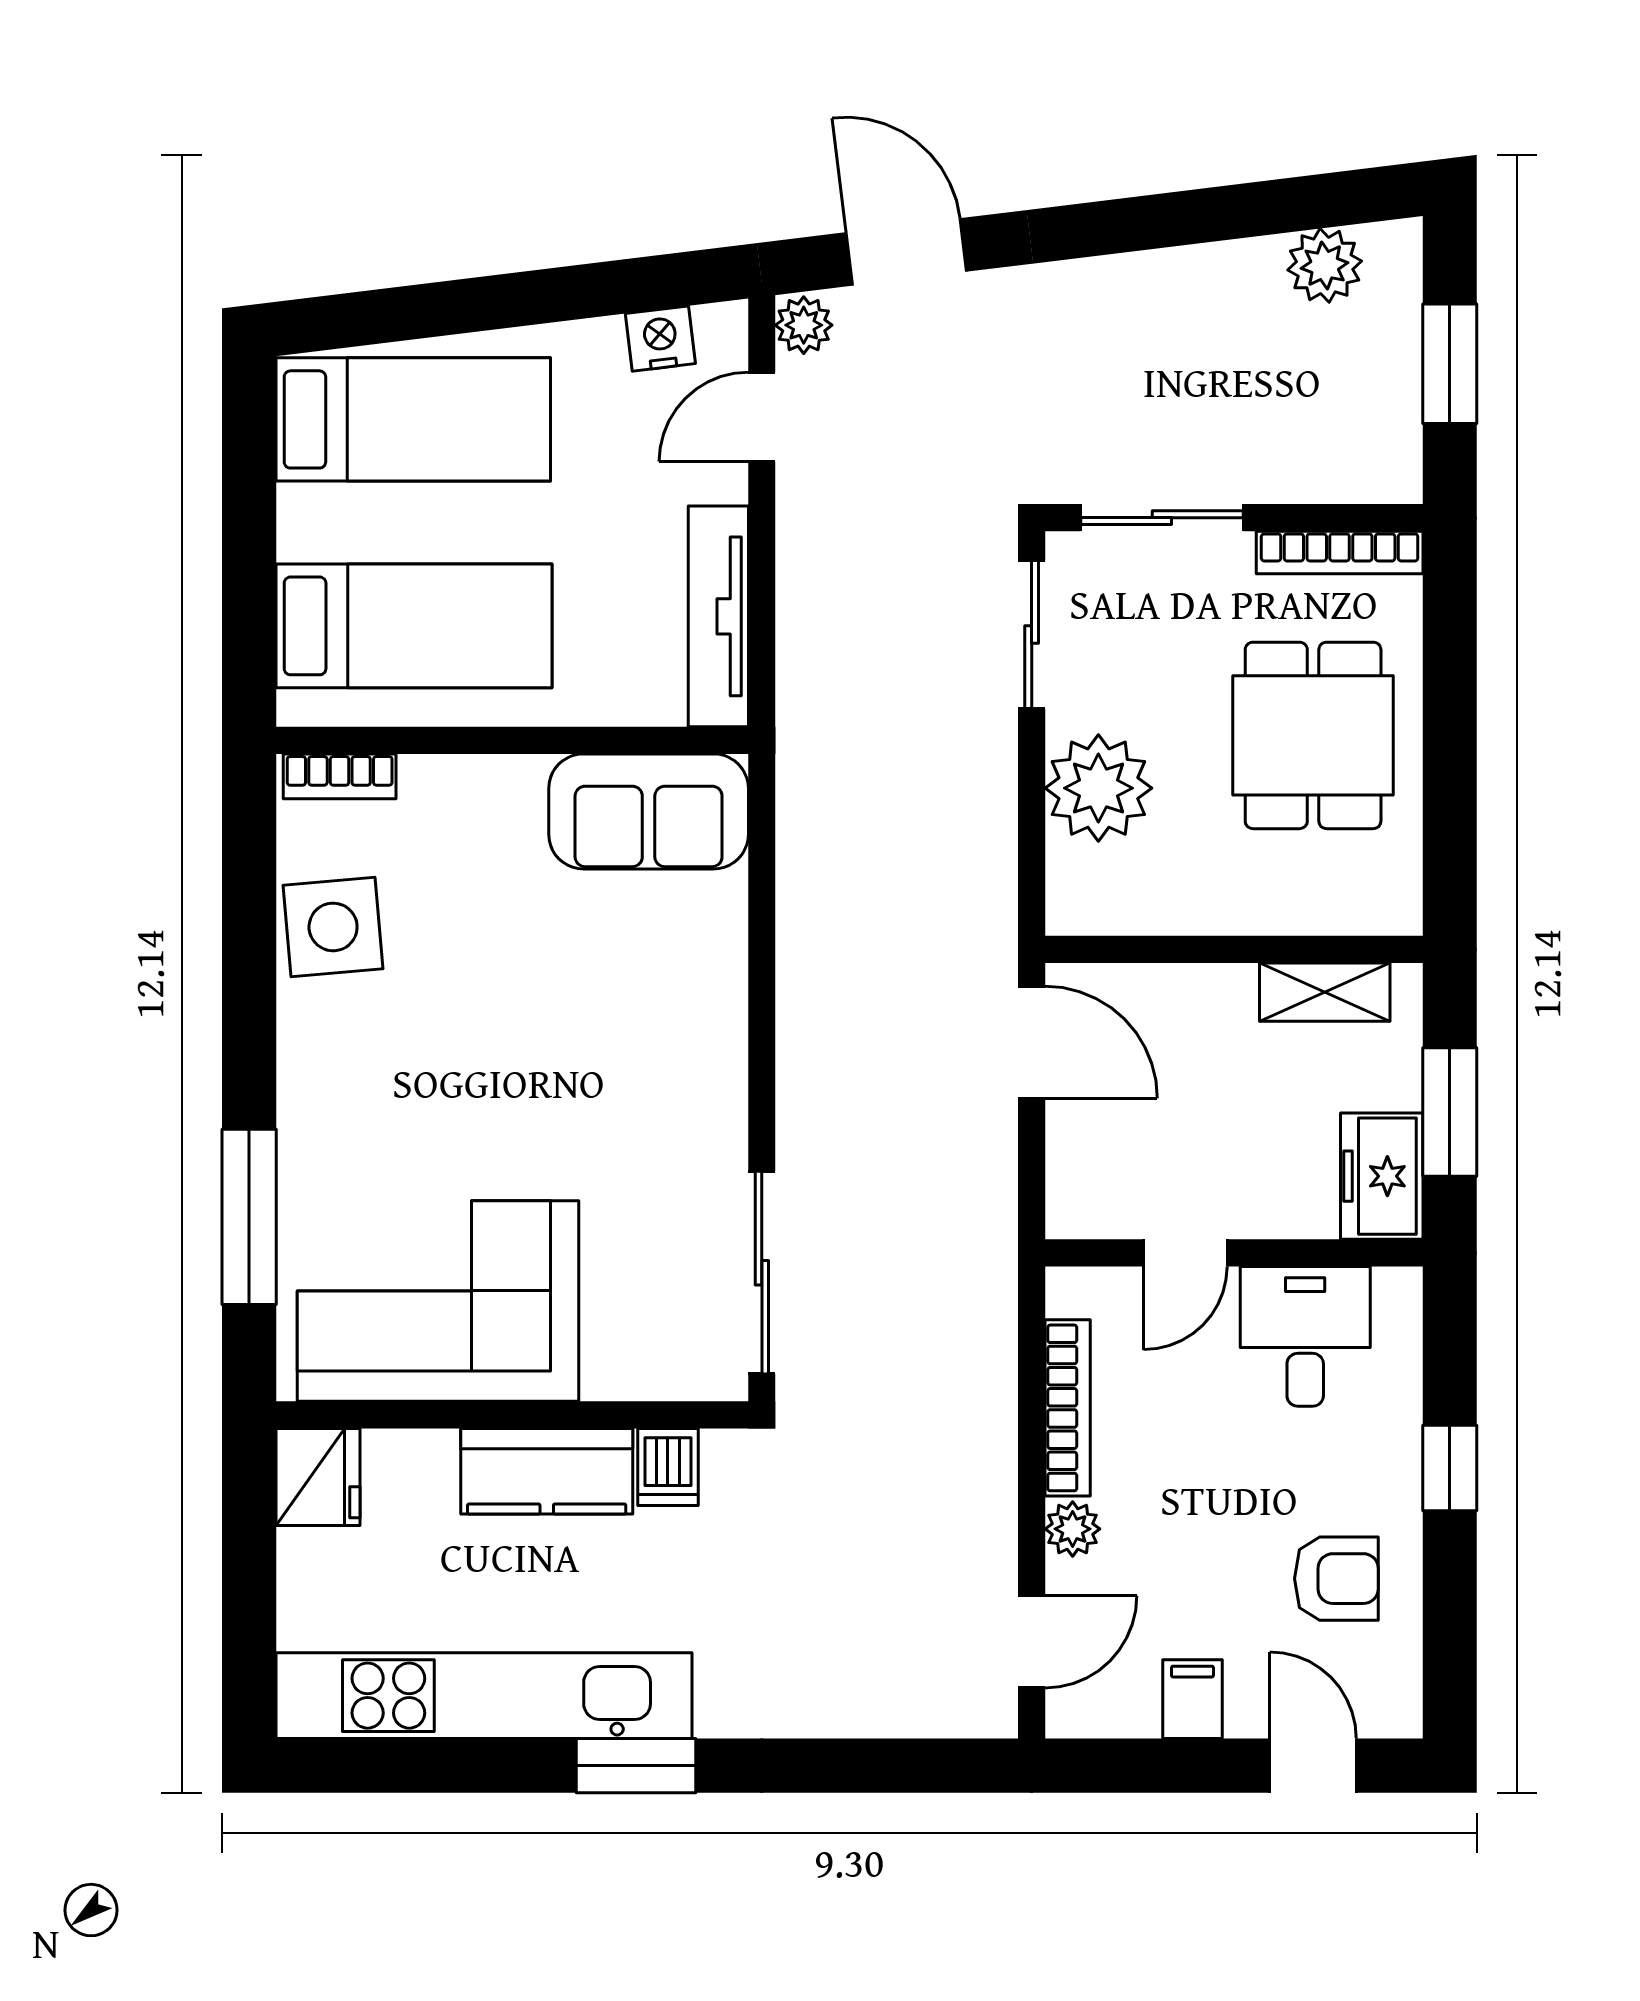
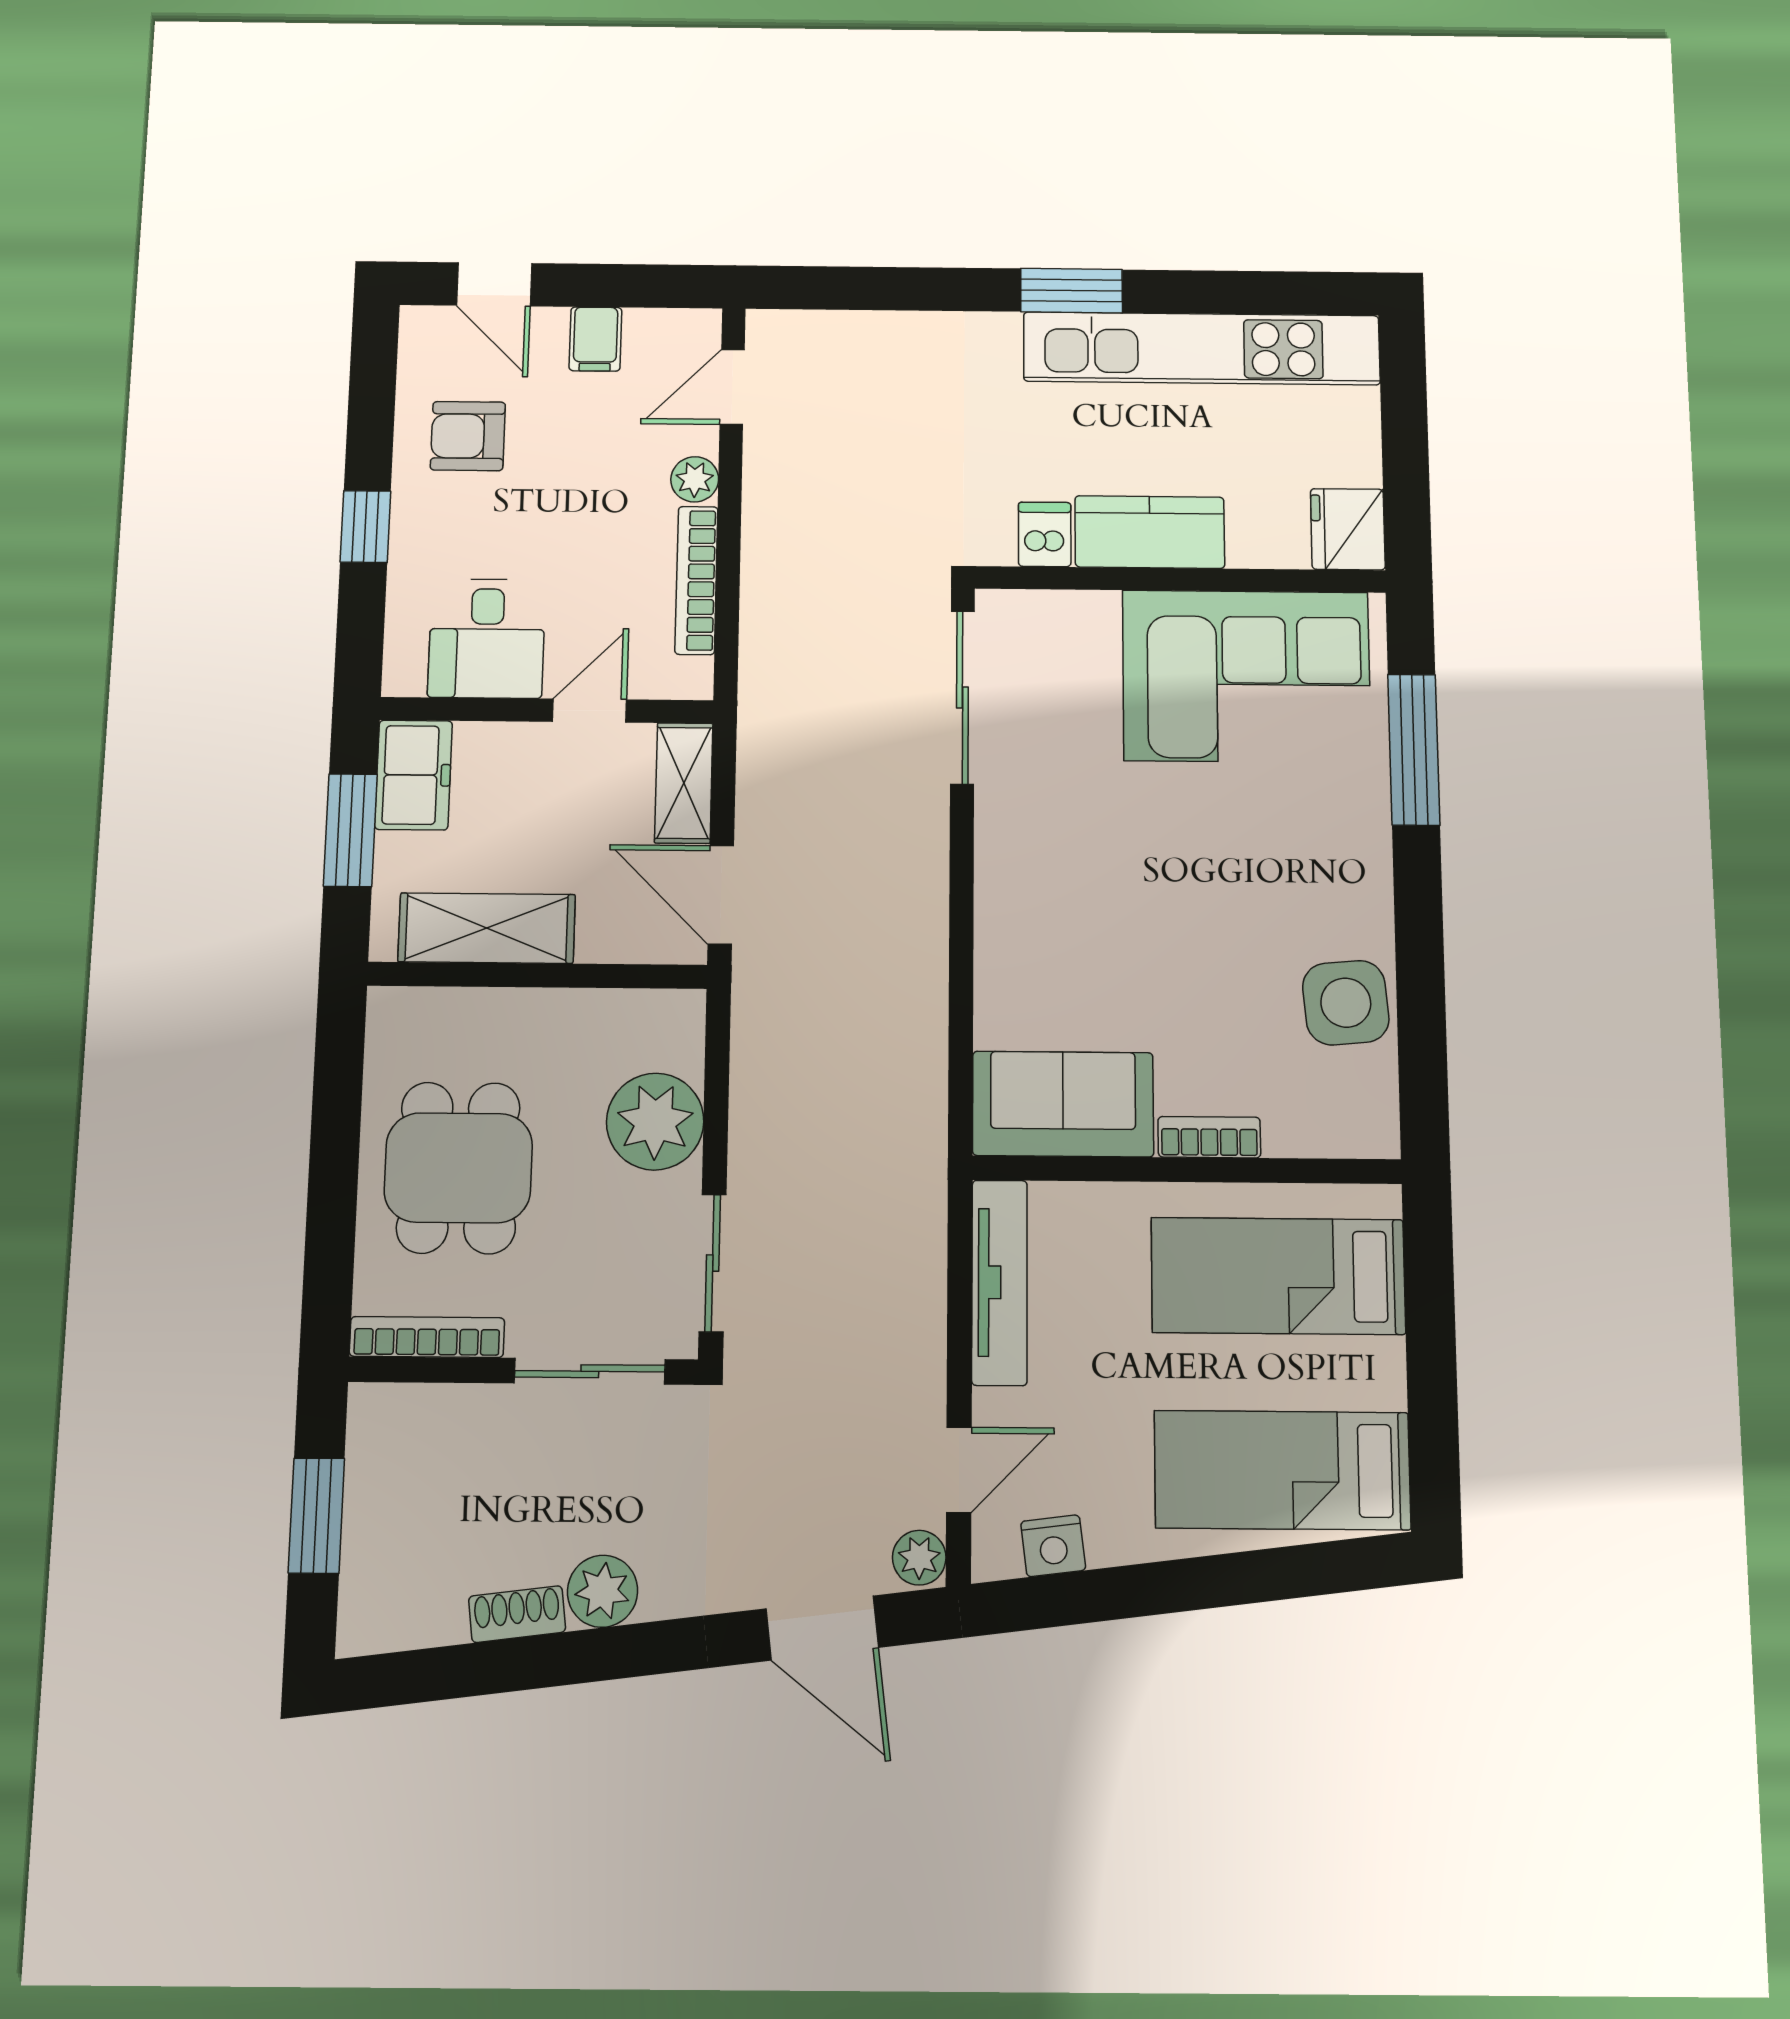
shoe rack: (1231, 264) -> (517, 1614), added
plant: (1325, 265) -> (603, 1591), moved
bookcase: (340, 776) -> (1209, 1137), moved
shelving: (1325, 992) -> (487, 928), width x1.50, depth x1.33
shelving: (1076, 1170) -> (684, 783), added

